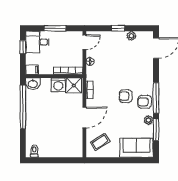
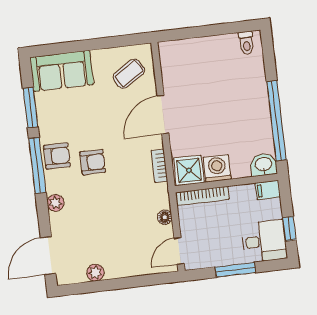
window: (118, 28) -> (121, 283), removed
plant: (149, 120) -> (55, 203), moved

